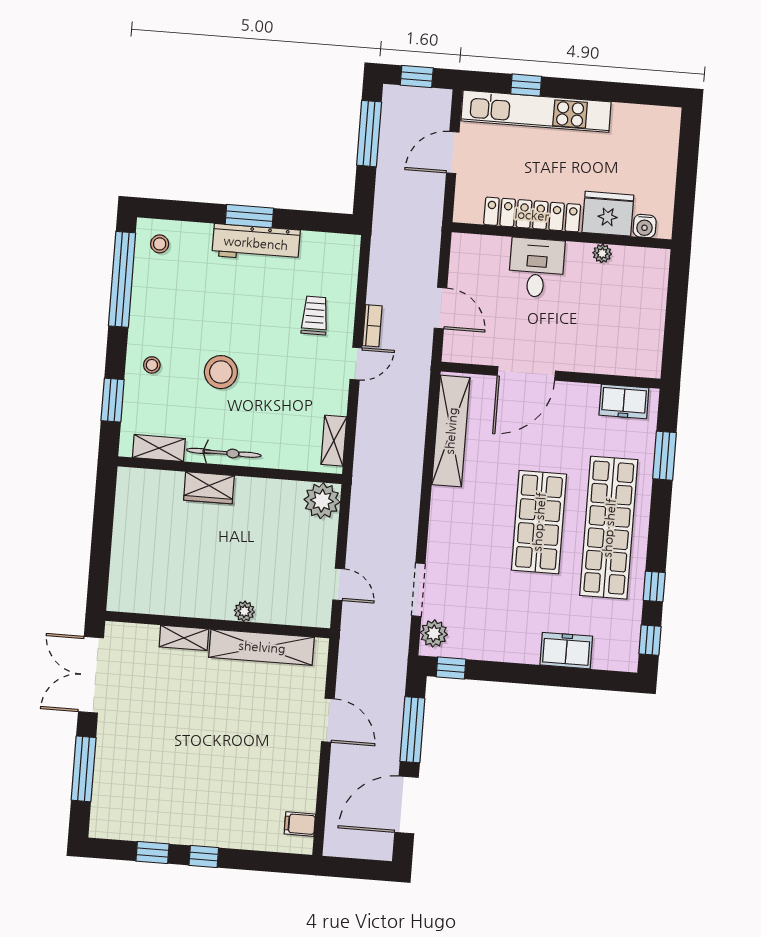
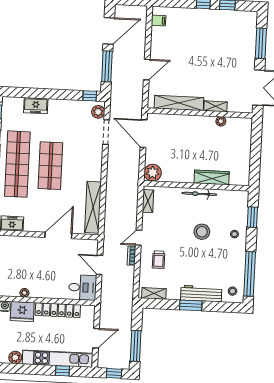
plant: (626, 117) -> (15, 357), added
workbench: (256, 243) -> (201, 294), moved
desk: (536, 268) -> (83, 287), moved, turned -90
shelving: (159, 448) -> (154, 293), moved
wardrobe: (209, 488) -> (212, 177), width x1.50
door: (339, 584) -> (144, 134), width x1.87
plant: (244, 611) -> (221, 121), moved
door: (328, 720) -> (147, 70), swing flipped

